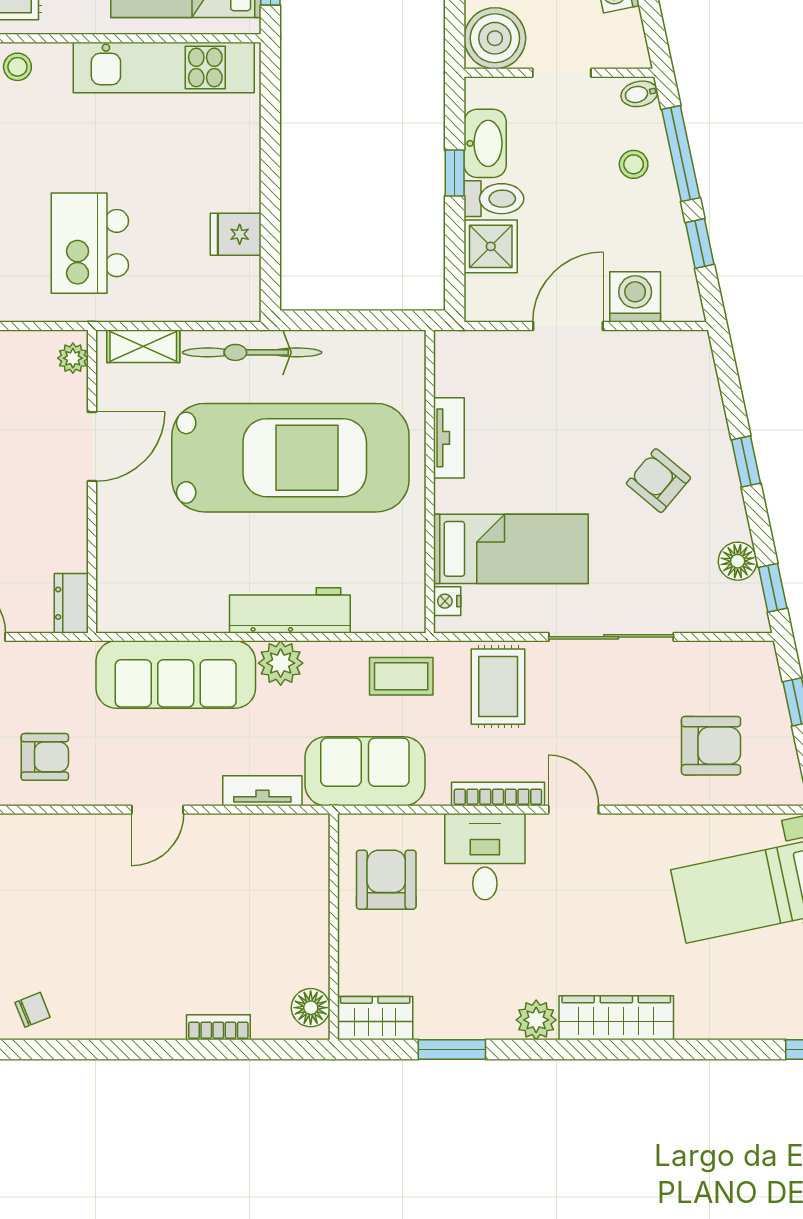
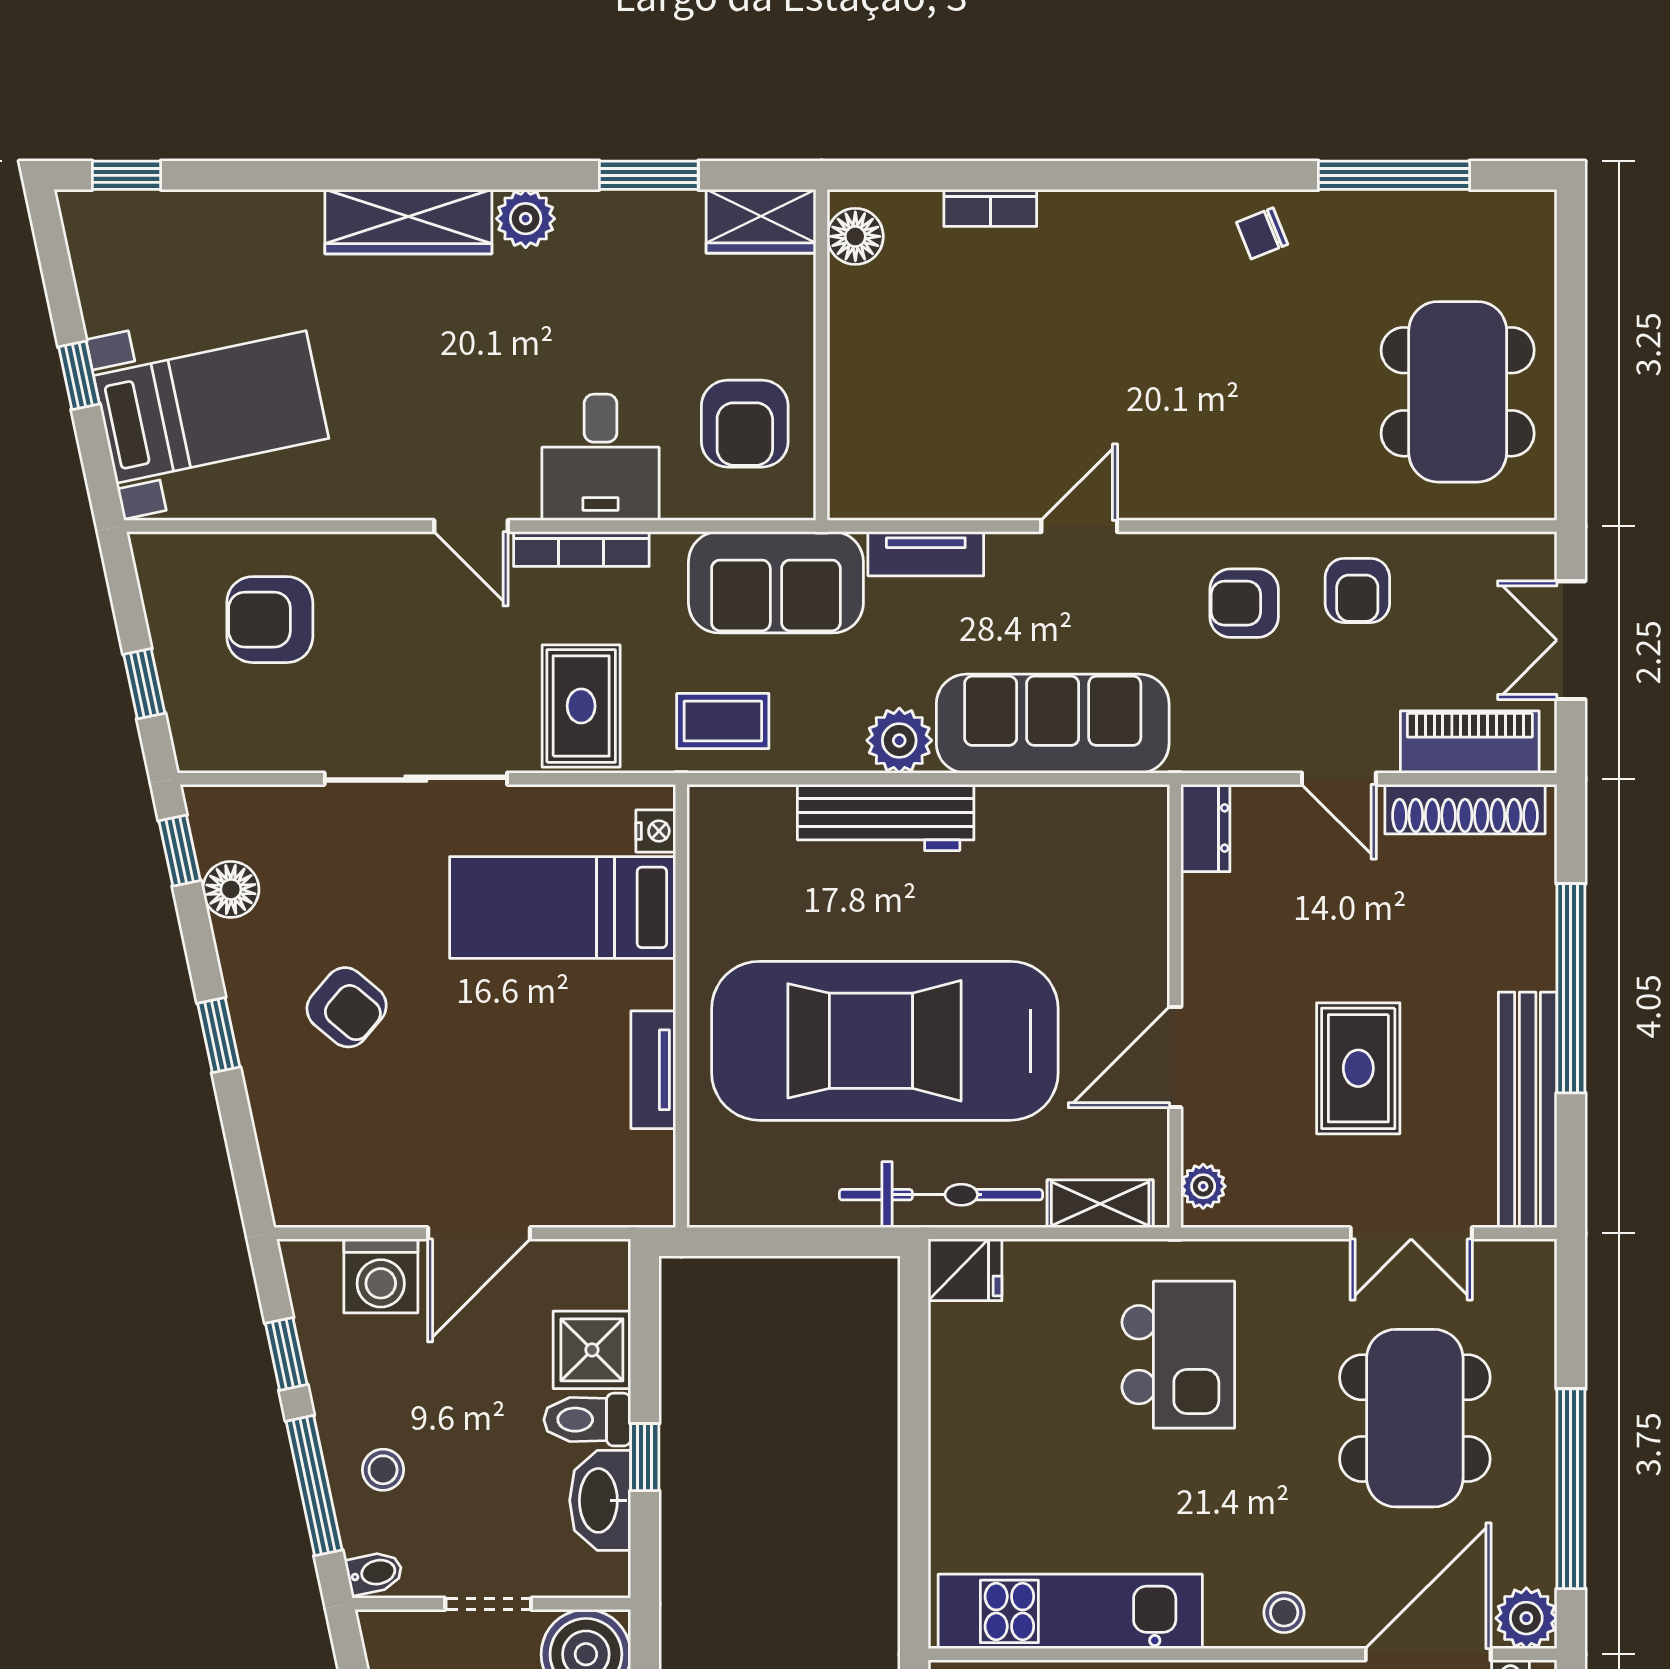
fridge: (236, 234) -> (965, 1270), moved

